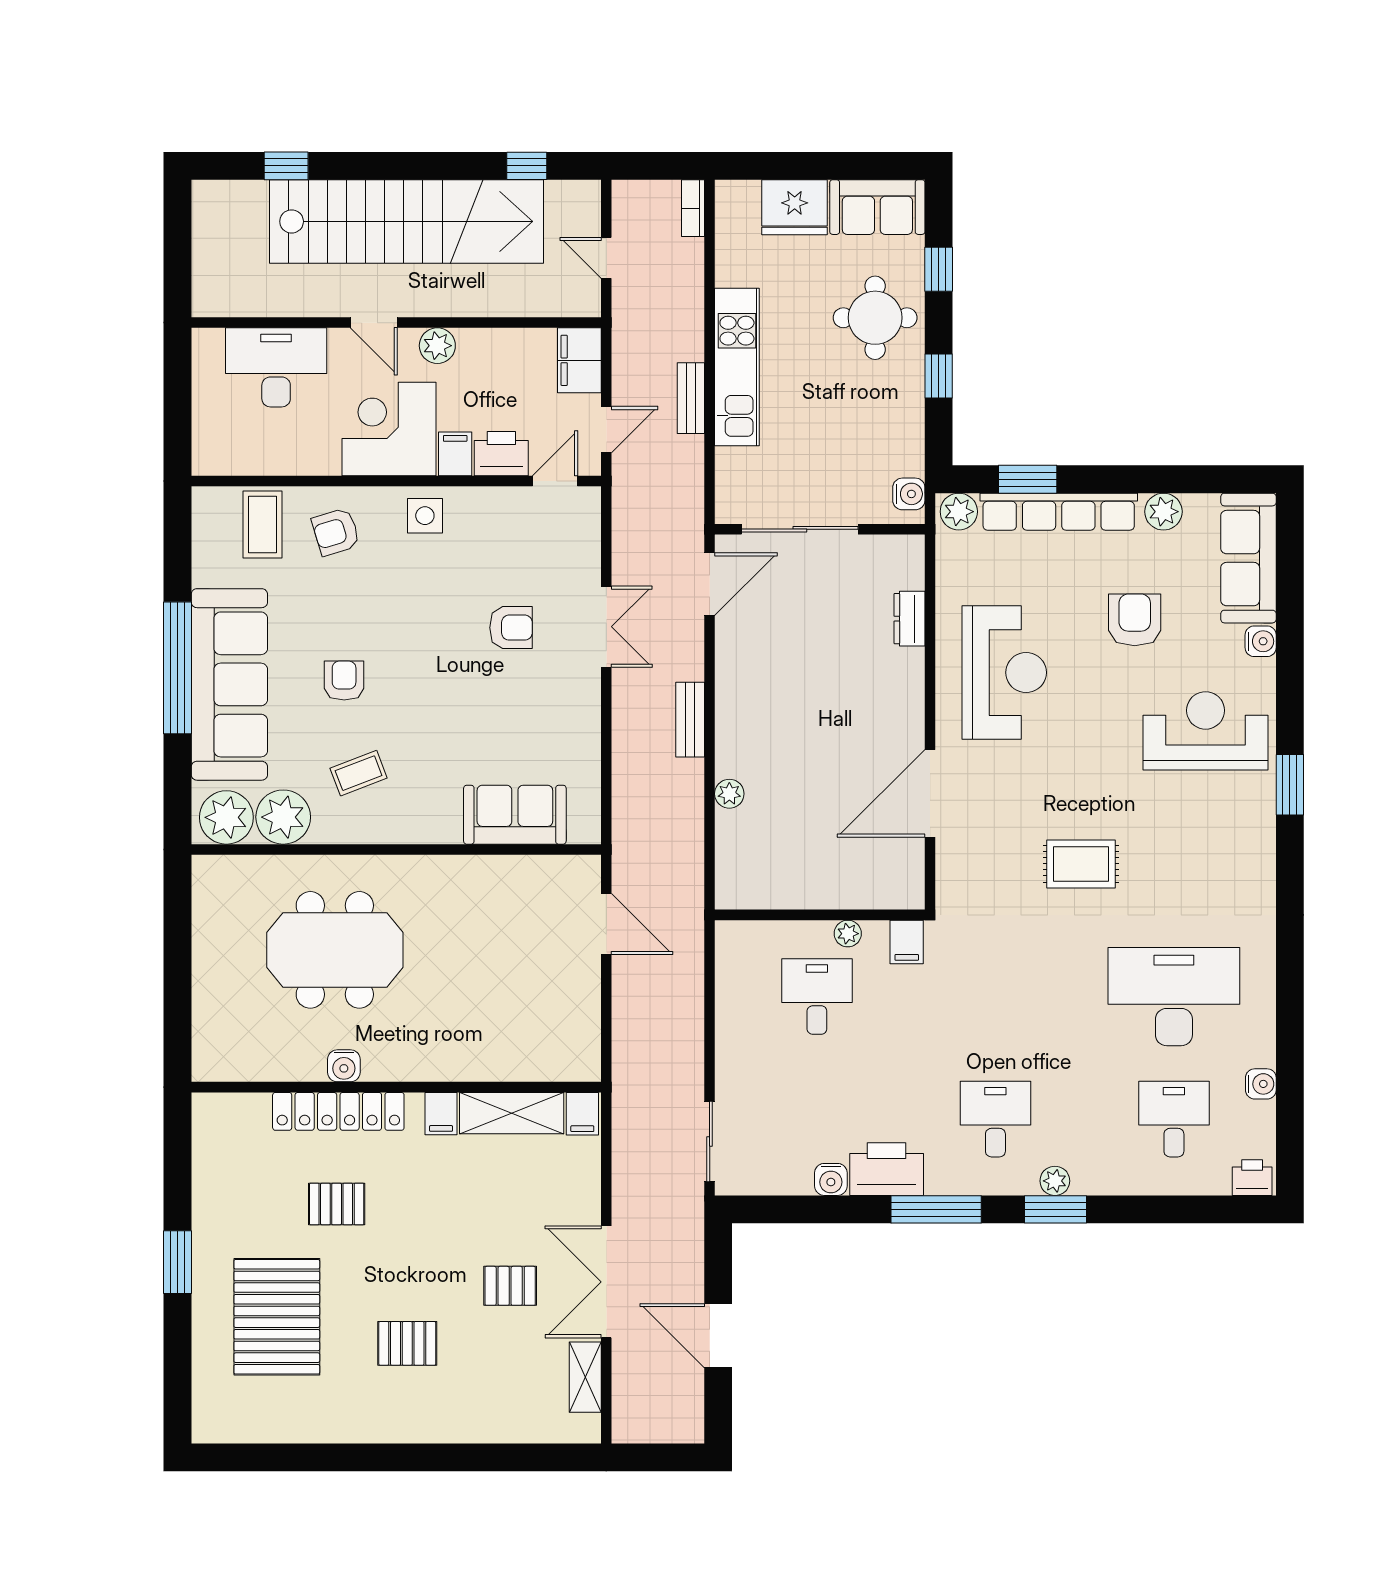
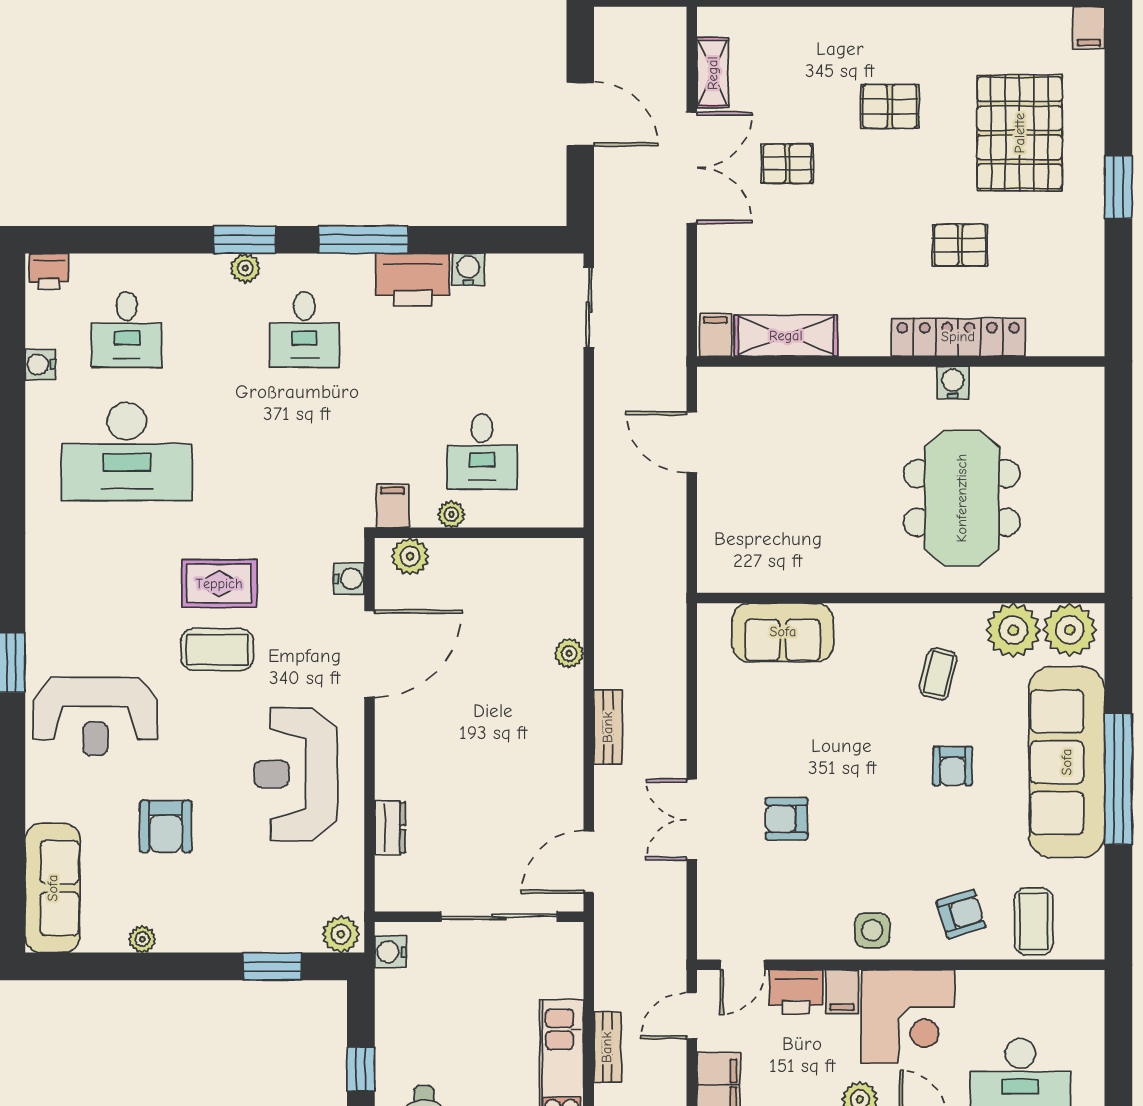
row of seats: (1059, 512) -> (241, 934), removed
plant: (1163, 512) -> (142, 939), width x0.73, depth x0.73
water cooler: (1261, 641) -> (349, 579), moved, turned 180
coffee table: (359, 773) -> (938, 674), turned -55
coffee table: (1083, 798) -> (217, 650), added
plant: (889, 891) -> (410, 556), added
door: (606, 924) -> (692, 442), moved
meeting table: (335, 950) -> (962, 498), turned 90
filing cabinet: (441, 1114) -> (1089, 28), moved, turned 180

